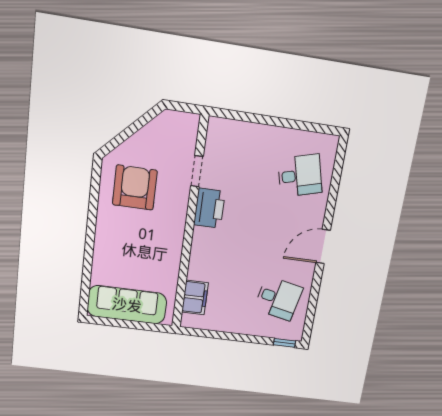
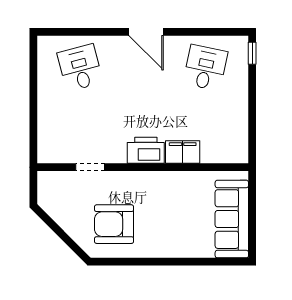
printer: (209, 208) -> (146, 150), moved
filing cabinet: (195, 297) -> (183, 152), moved

